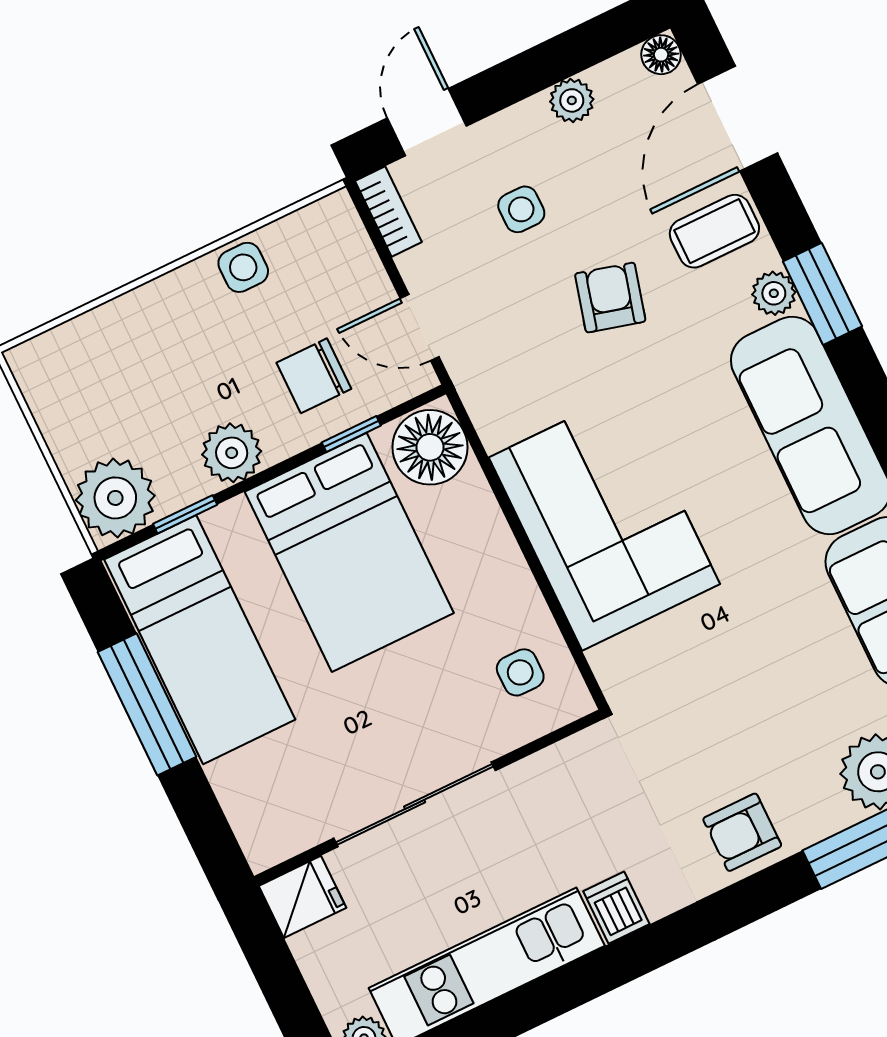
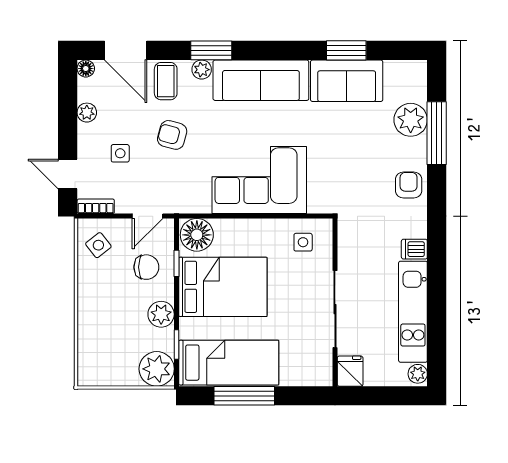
side table: (243, 267) -> (98, 245), moved, turned -38
chair: (314, 376) -> (146, 267), turned -90
armchair: (742, 832) -> (409, 185), turned 180

